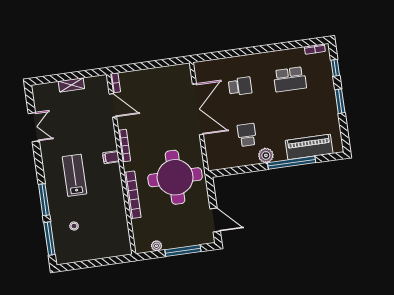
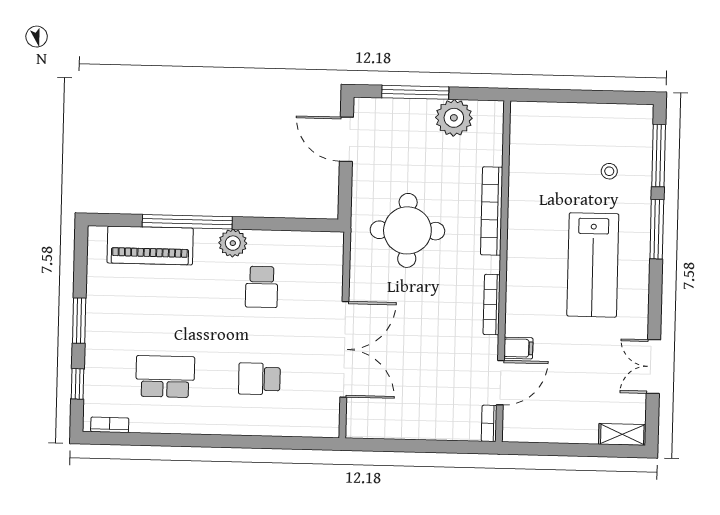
shelving: (71, 85) -> (622, 434), moved
door: (113, 105) -> (500, 383), swing flipped
double door: (198, 109) -> (344, 349), swing flipped
filing cabinet: (111, 157) -> (518, 348), moved
lab bench: (74, 175) -> (593, 265), width x1.36, depth x1.39
round table: (175, 177) -> (407, 230), width x0.73, depth x0.73
plant: (157, 246) -> (454, 118), width x1.88, depth x1.88

